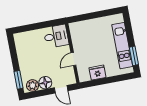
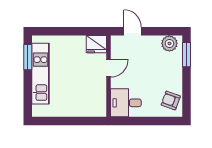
armchair: (24, 44) -> (171, 100), added
fridge: (97, 73) -> (96, 44), moved
floor lamp: (45, 83) -> (152, 44), removed

